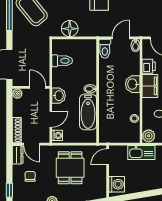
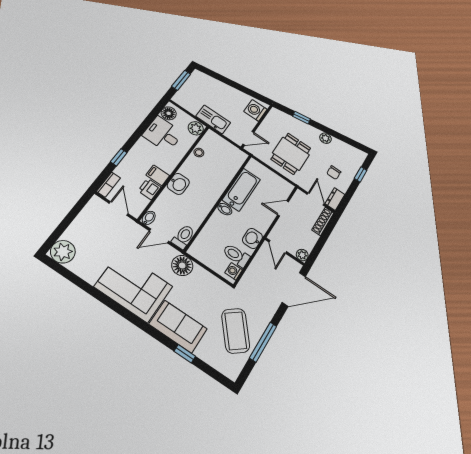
floor lamp: (70, 29) -> (182, 265), moved
filing cabinet: (150, 86) -> (158, 175), width x0.50
washbasin: (59, 96) -> (252, 238), moved
washing machine: (57, 135) -> (234, 271), moved

